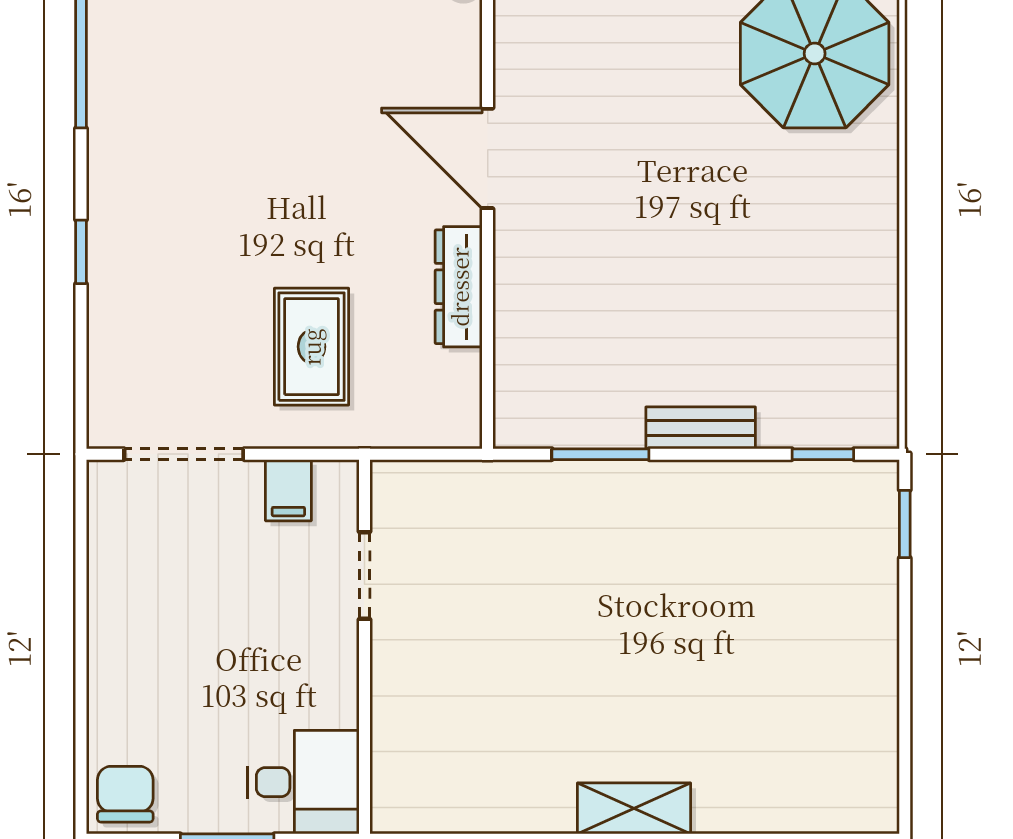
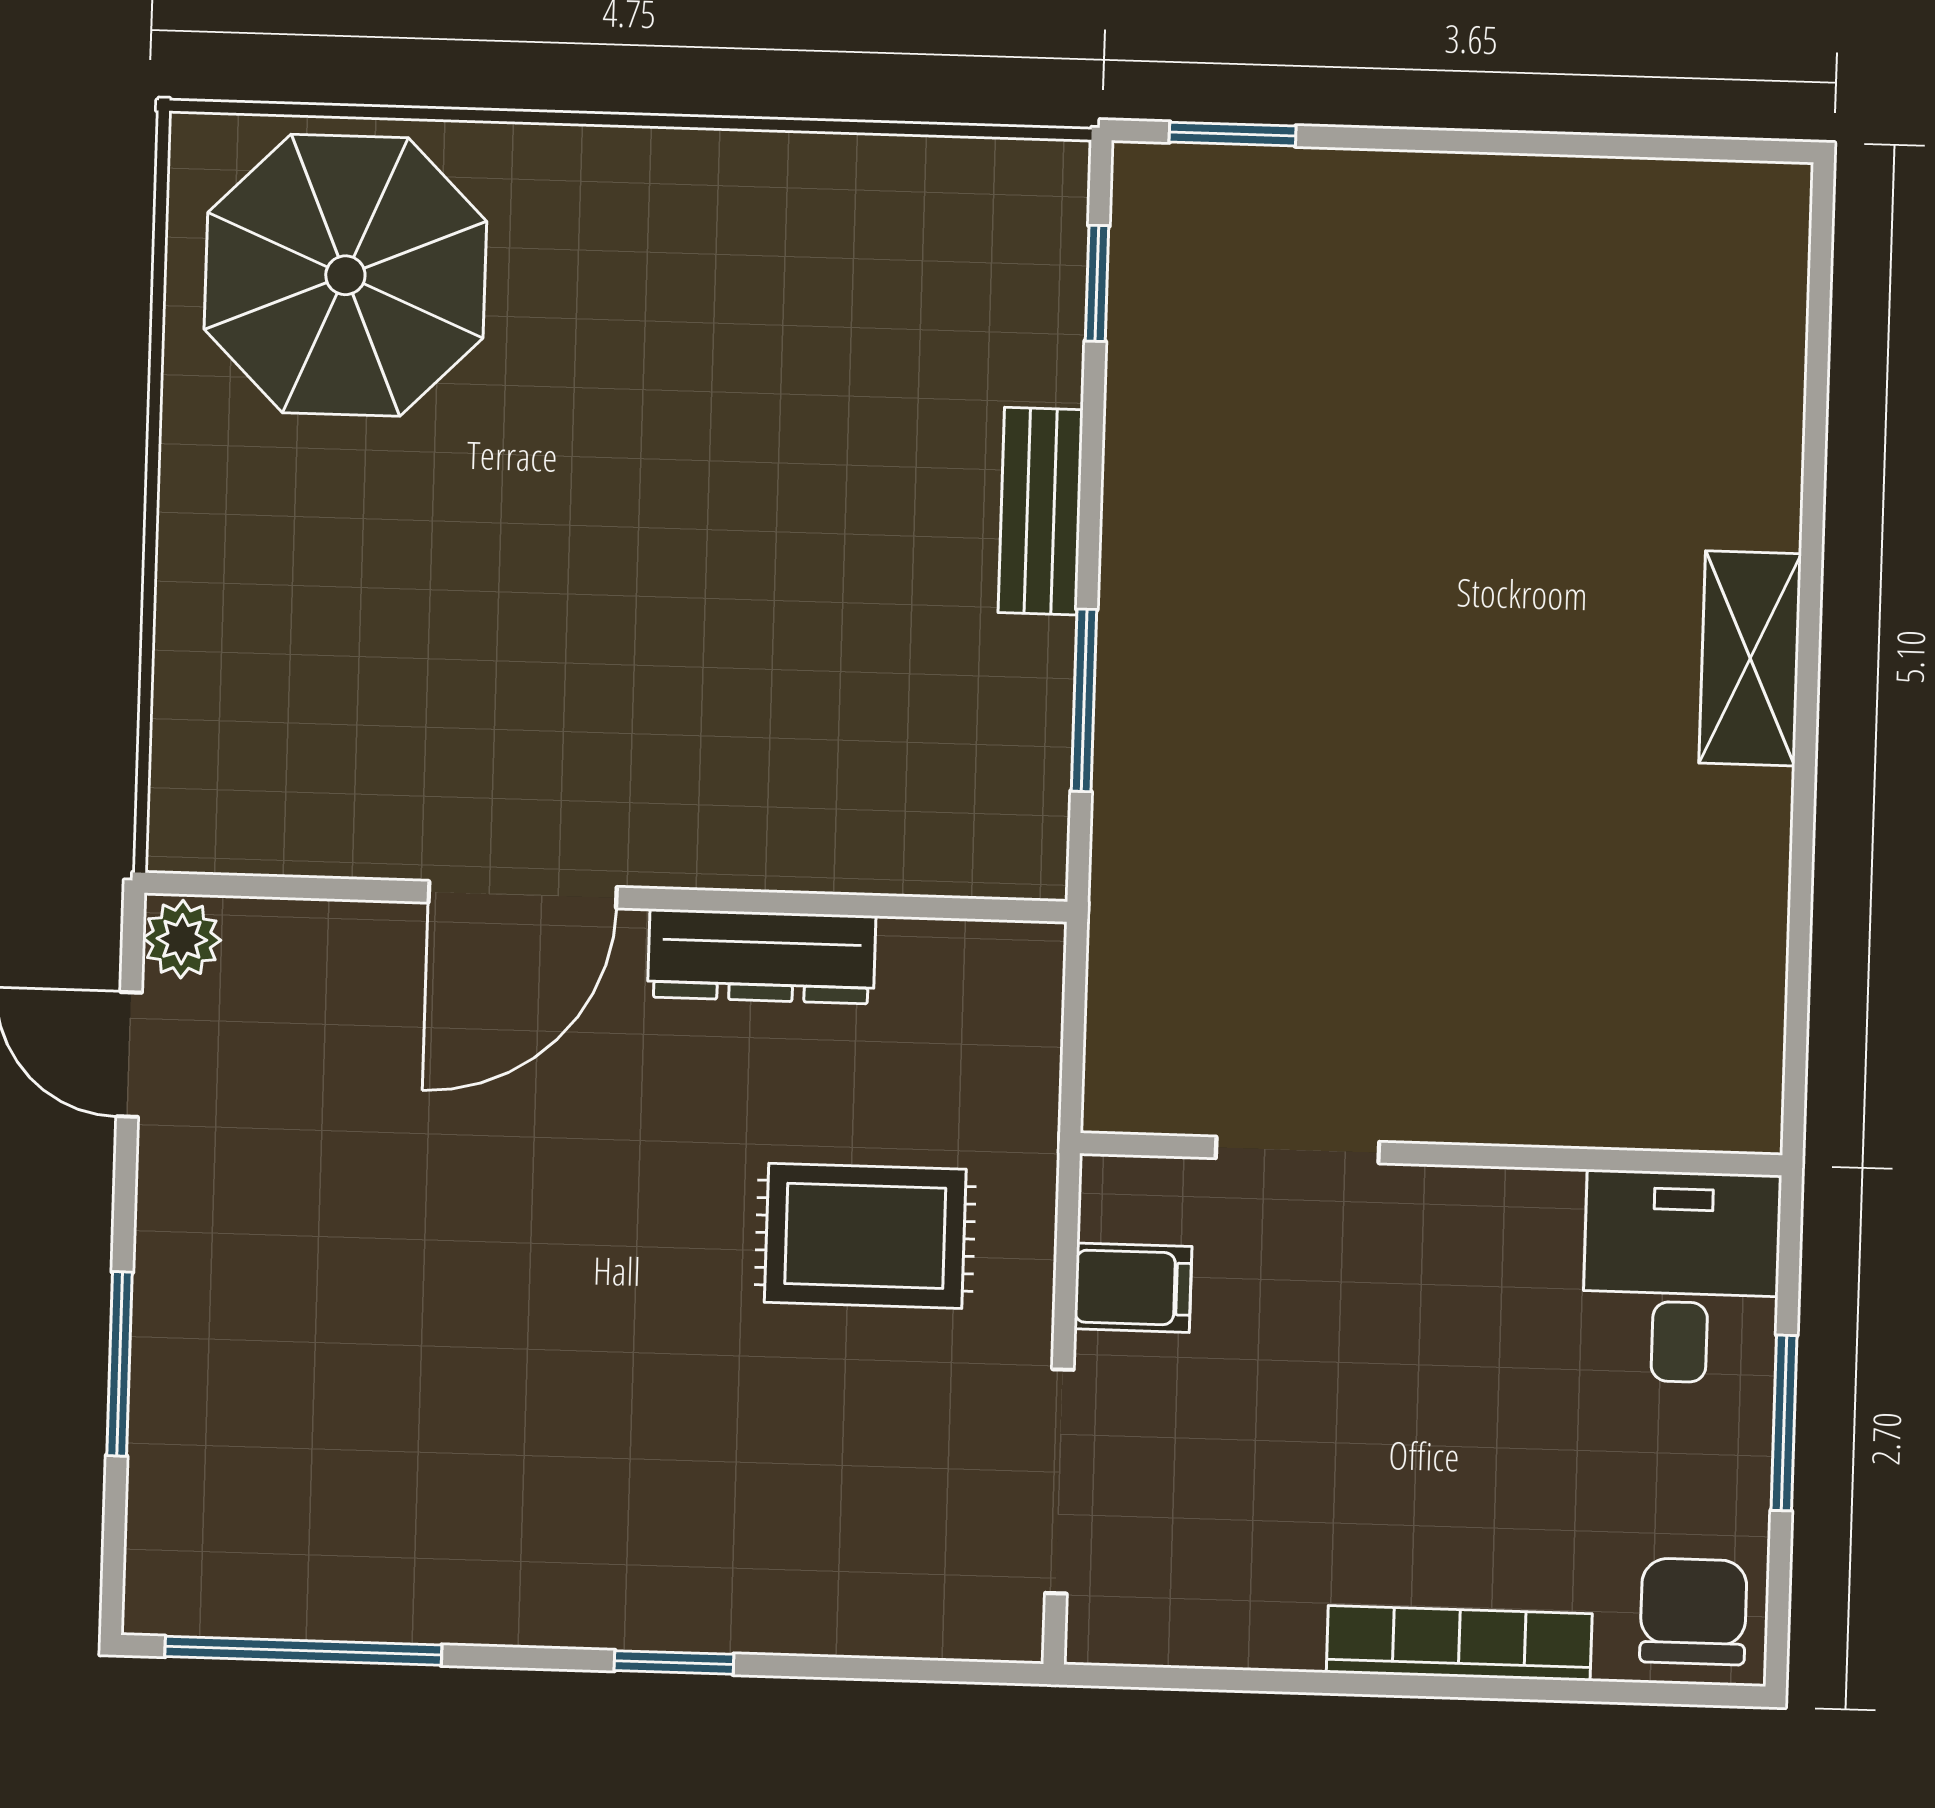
bookcase: (104, 670) -> (1459, 1643), added
chair: (125, 794) -> (1693, 1611), turned 90

